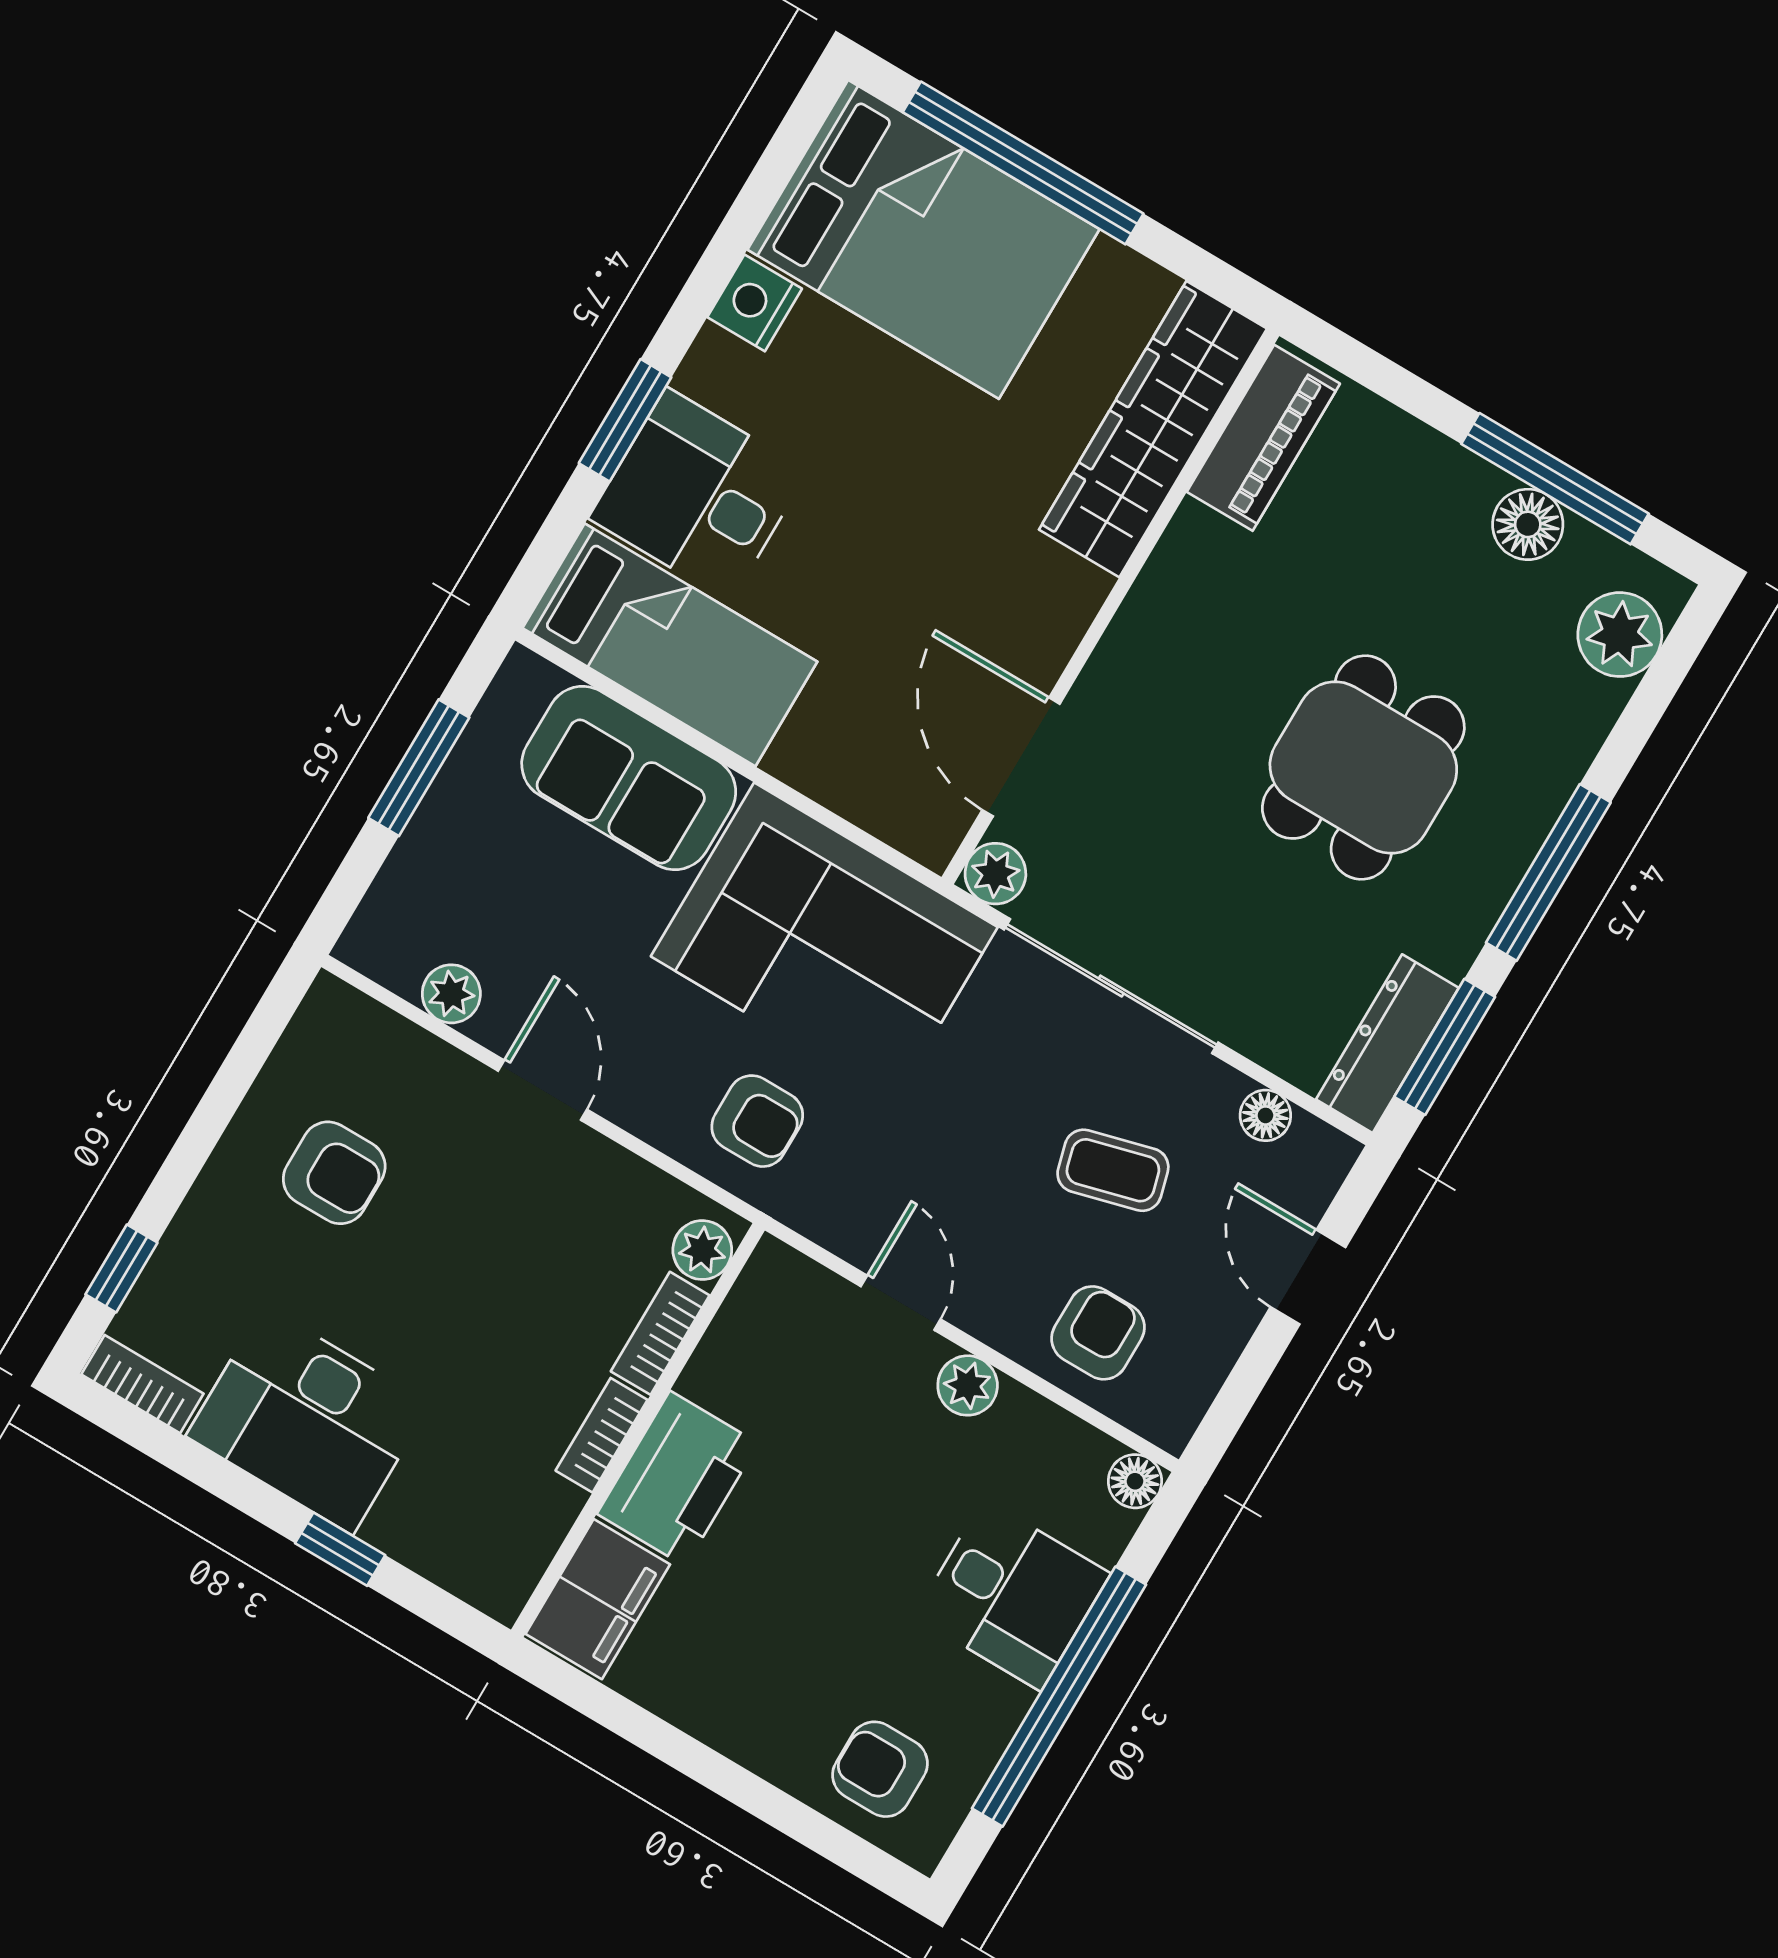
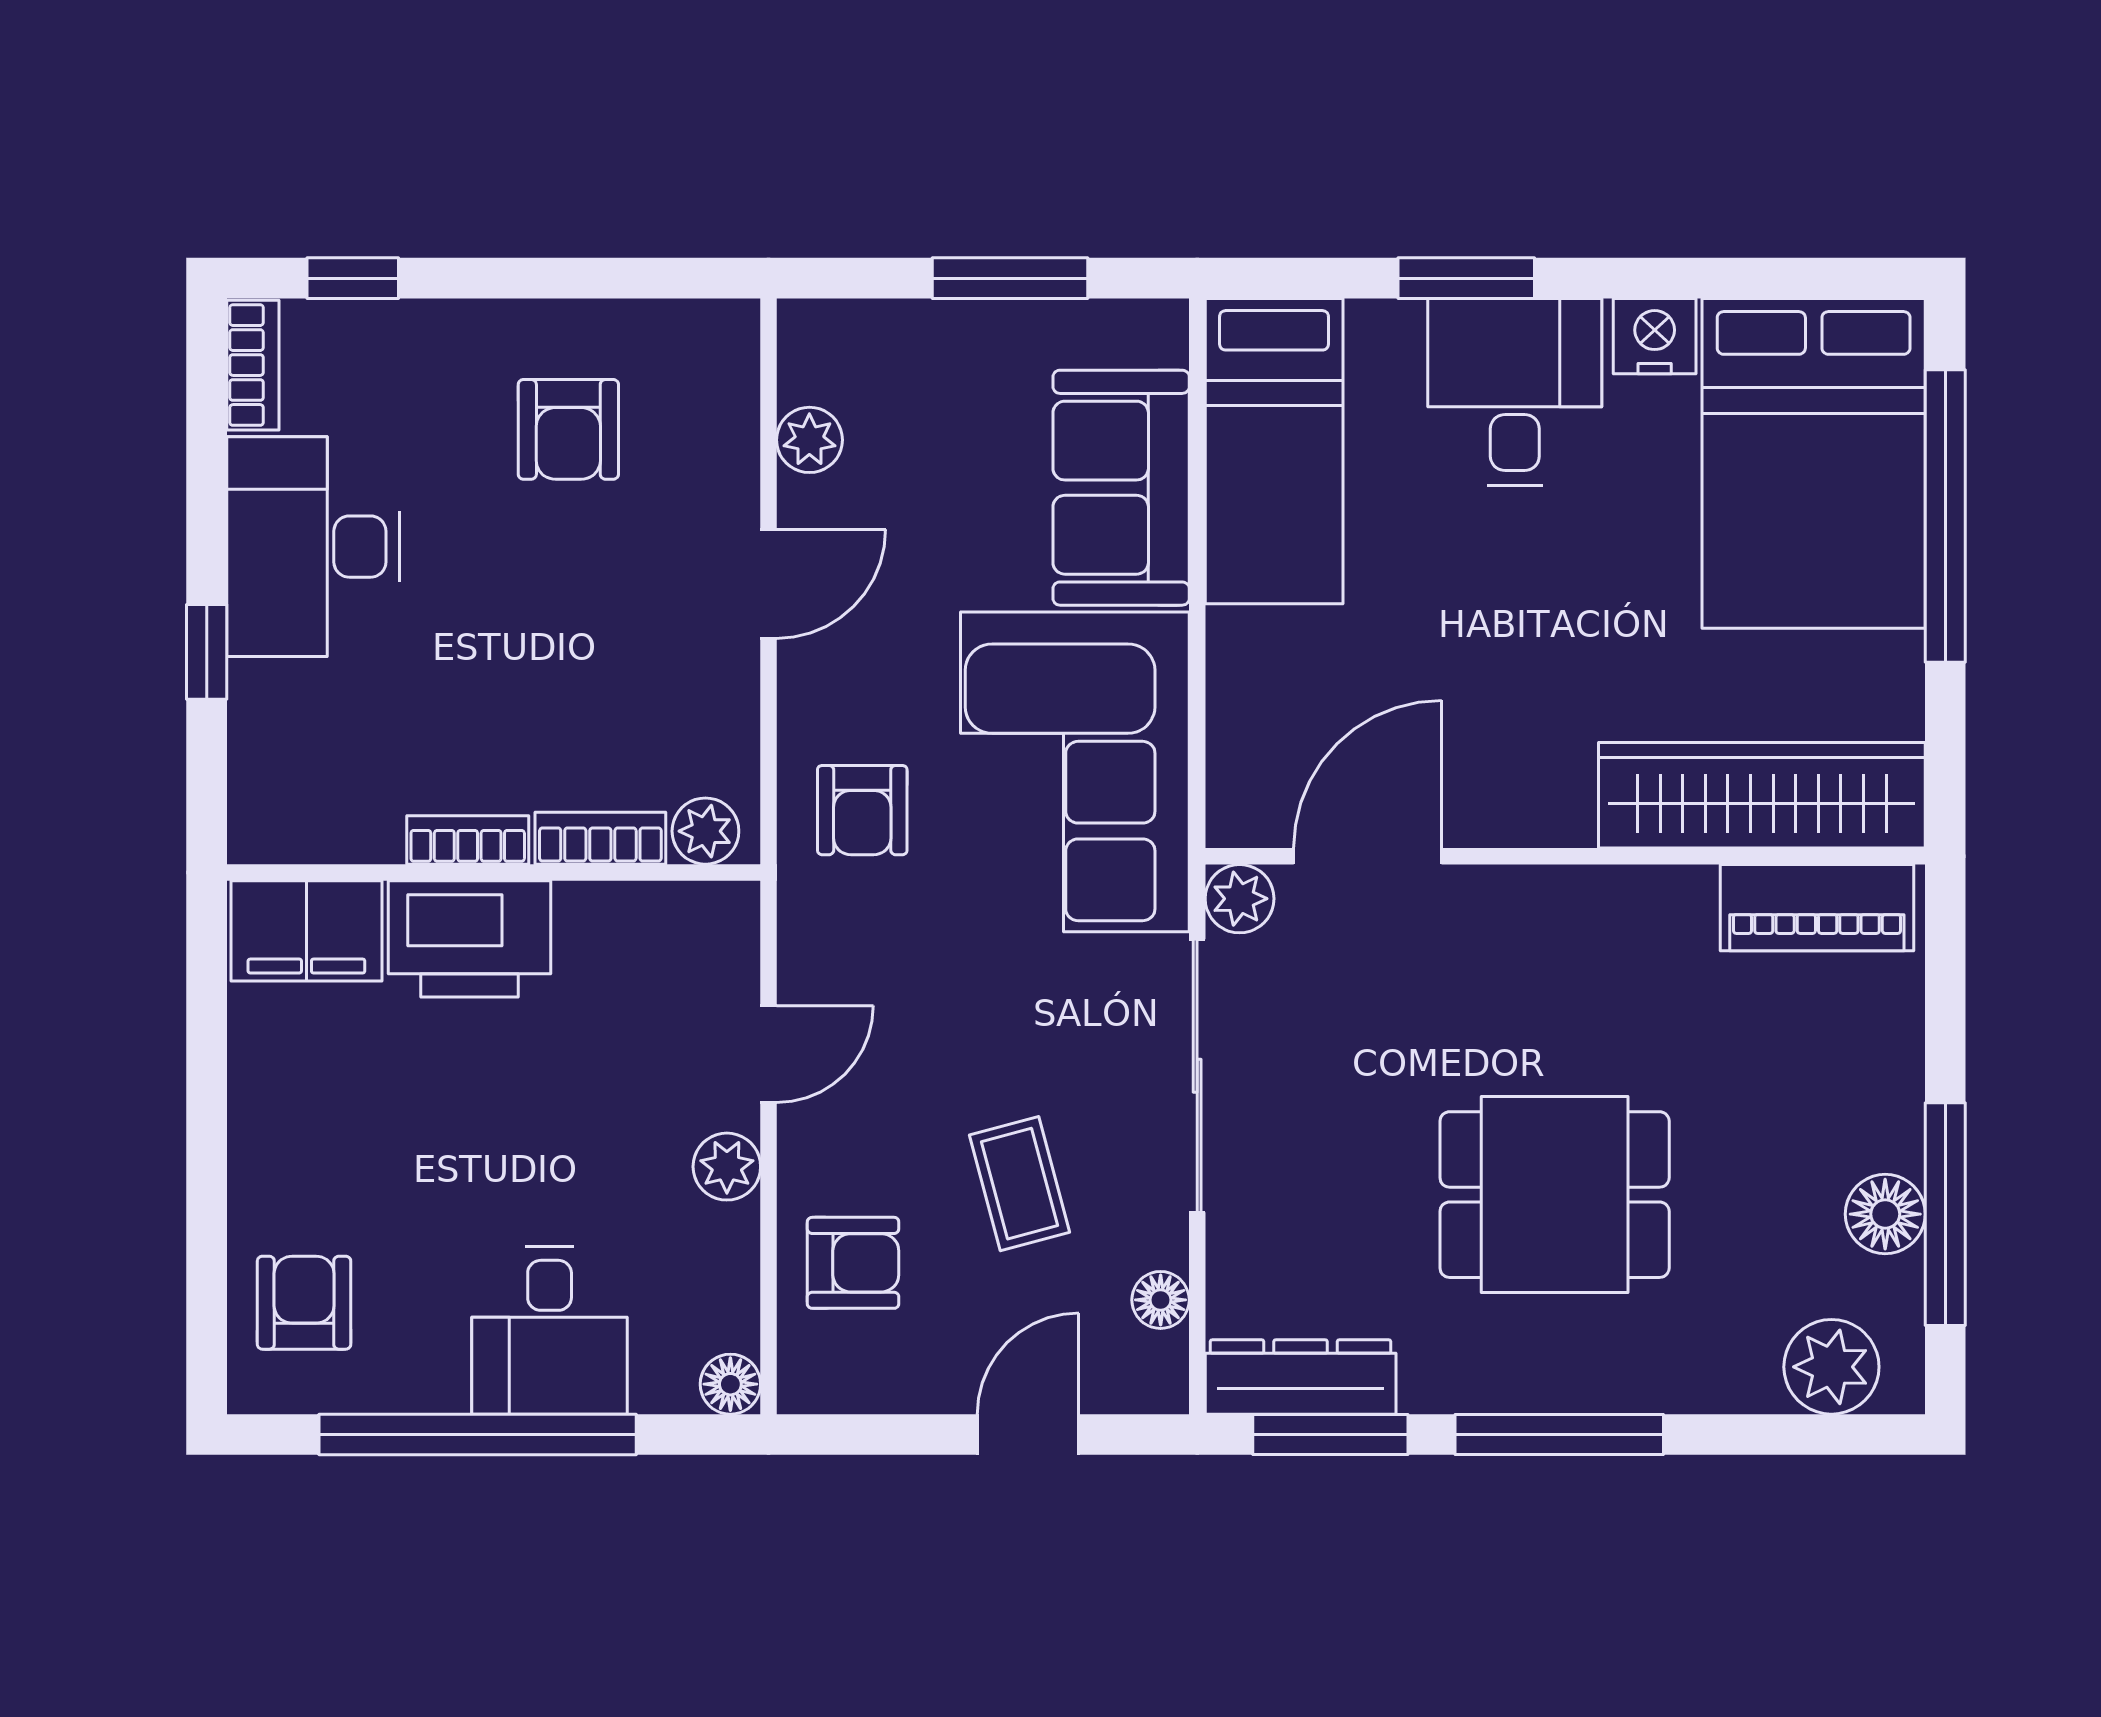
desk: (698, 495) -> (1515, 392), moved

